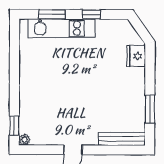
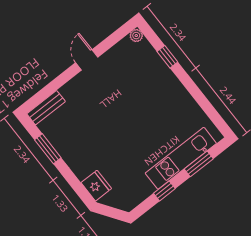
window: (14, 126) -> (167, 57), moved
bench: (122, 139) -> (46, 108), width x0.73

